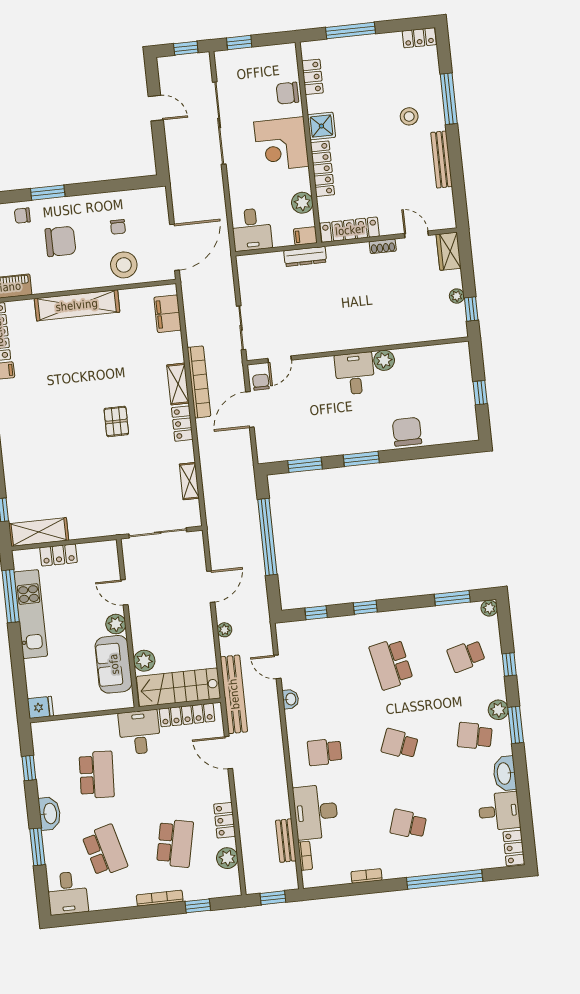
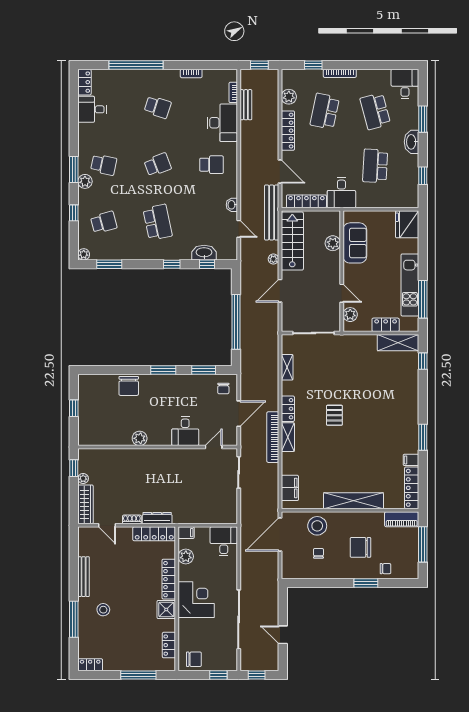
chair: (287, 93) -> (194, 659), moved
wardrobe: (449, 251) -> (85, 504), width x1.50
dresser: (305, 256) -> (157, 518), moved
desk: (355, 374) -> (185, 431), moved
chair: (261, 382) -> (223, 388), moved
plant: (116, 624) -> (350, 315), moved
stairs: (179, 687) -> (292, 241), moved, turned -90
fridge: (40, 707) -> (407, 224), width x1.88, depth x1.34
school desk: (400, 744) -> (158, 165), turned -42
washbasin: (505, 773) -> (204, 253), moved, turned -90
locker: (225, 820) -> (288, 131), width x1.53

